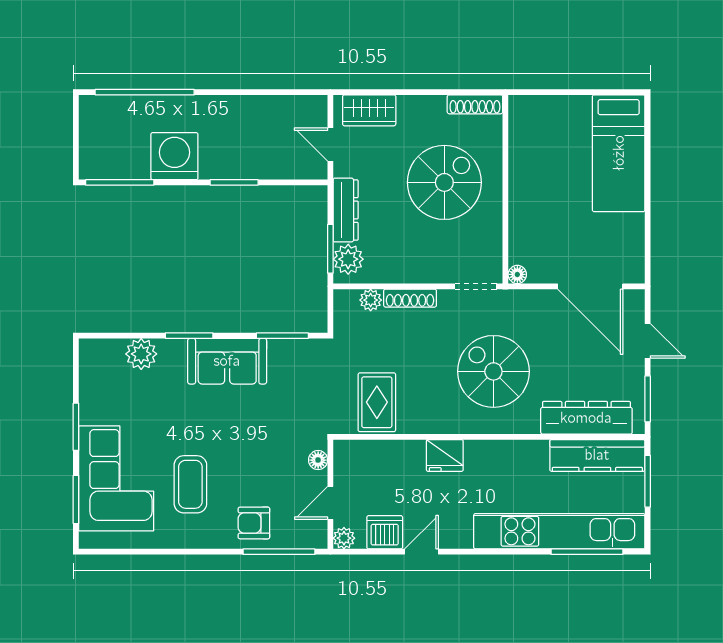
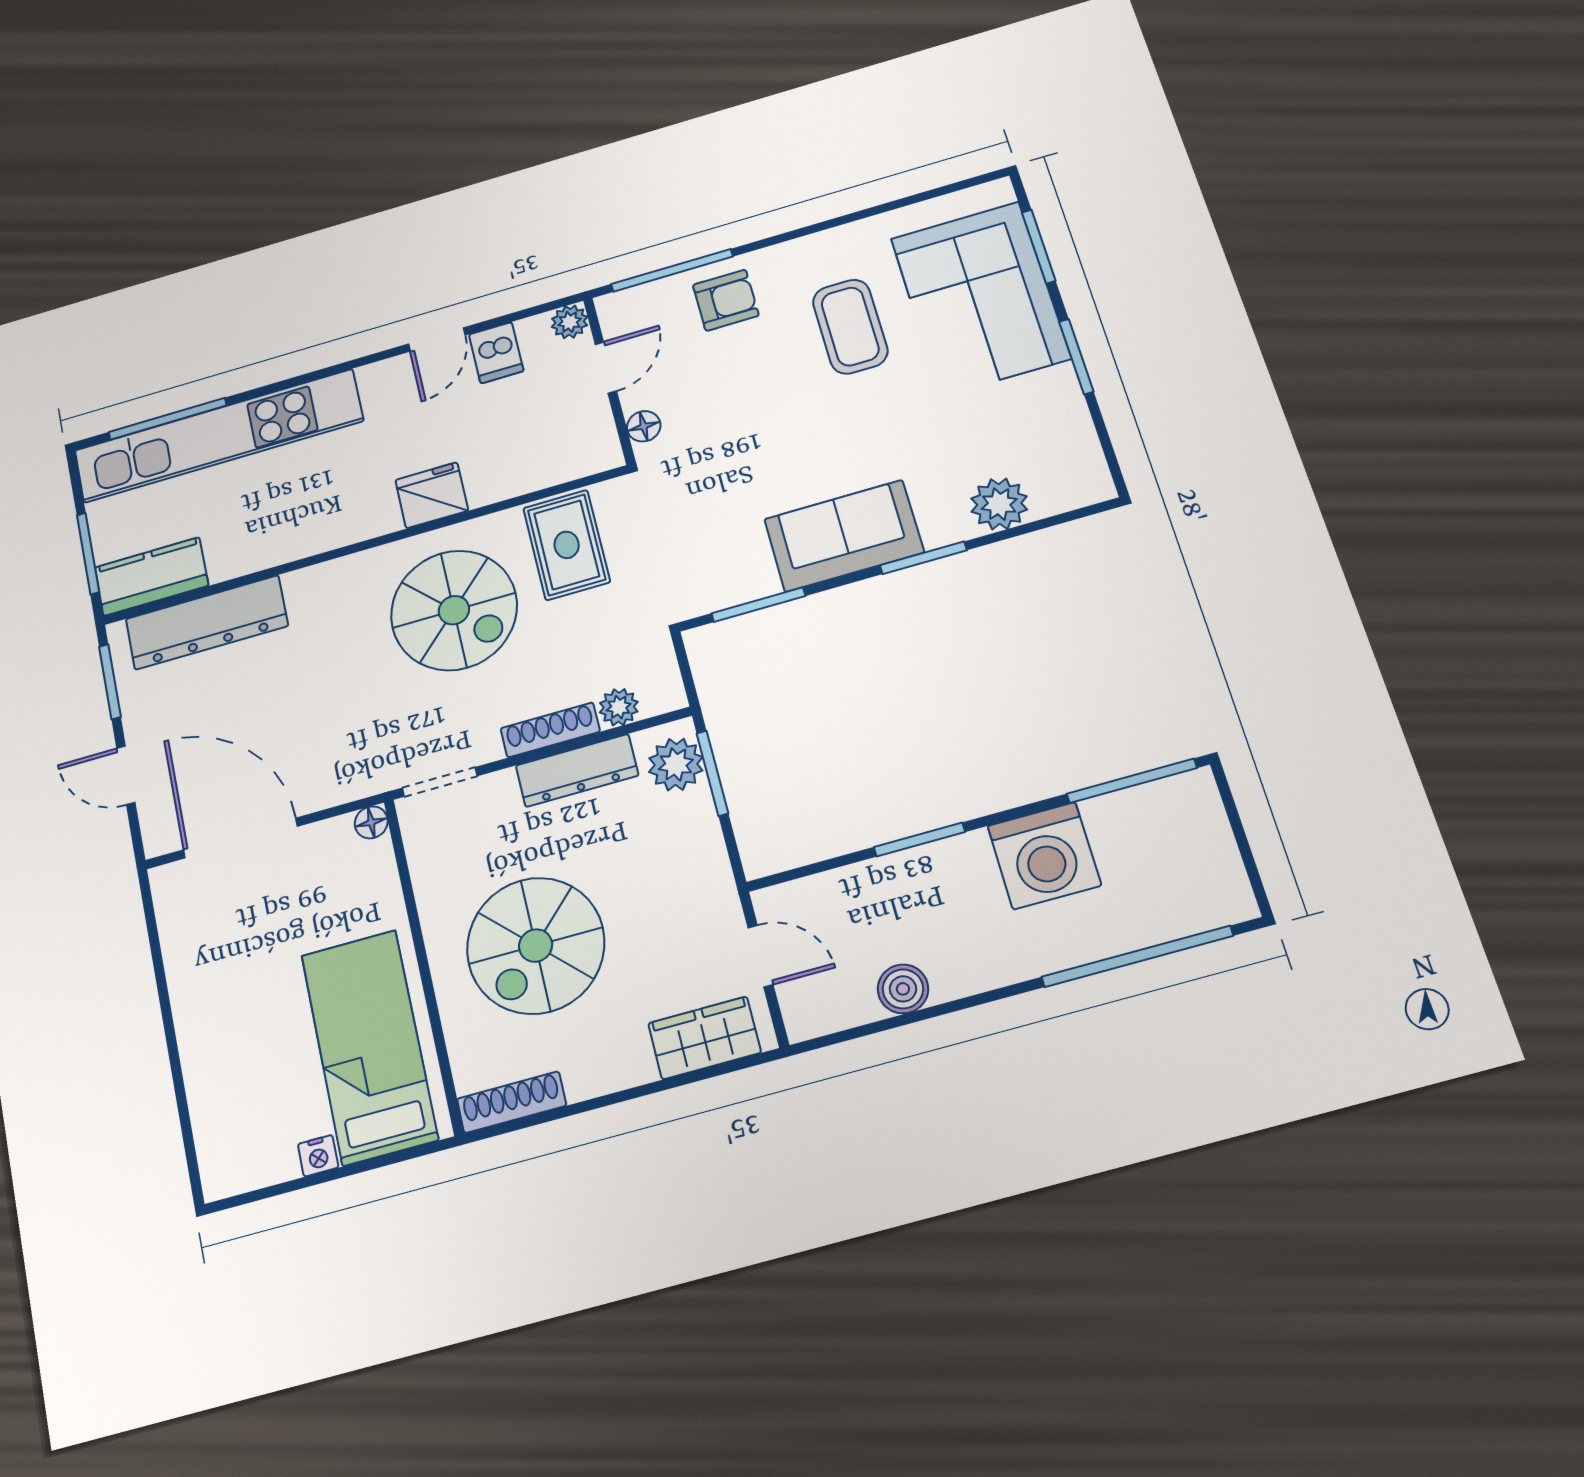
nightstand: (581, 104) -> (318, 1156), added
boiler: (264, 108) -> (903, 989), added
bed: (619, 153) -> (369, 1047), moved
dresser: (346, 210) -> (577, 770), moved, turned -90
spiral stairs: (493, 371) -> (454, 610), moved
kitchen counter: (597, 455) -> (151, 577), width x0.67
dishwasher: (385, 532) -> (496, 353), width x0.73

